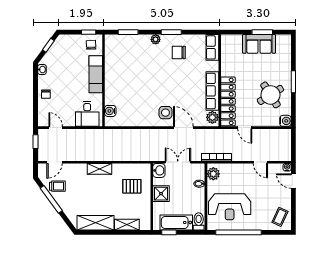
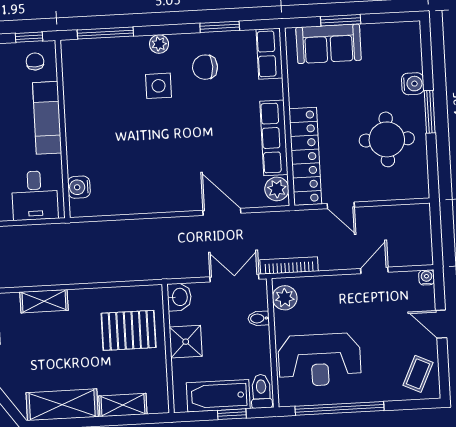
window: (128, 32) -> (105, 33), width x1.44
window: (171, 32) -> (220, 27), moved
window: (262, 32) -> (341, 20), moved
sofa: (259, 44) -> (329, 44), moved
round table: (270, 95) -> (387, 139), turned 32
side table: (165, 113) -> (159, 86), moved
water cooler: (285, 121) -> (413, 84), moved
double door: (178, 162) -> (234, 278), moved
door: (260, 162) -> (374, 270), swing flipped
shelving: (100, 169) -> (44, 301), moved
door: (293, 181) -> (441, 324), moved
pallet: (132, 186) -> (129, 330), width x1.50, depth x1.42
window: (169, 232) -> (232, 414), moved

